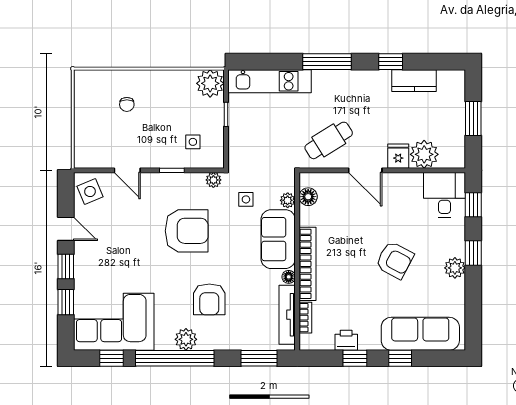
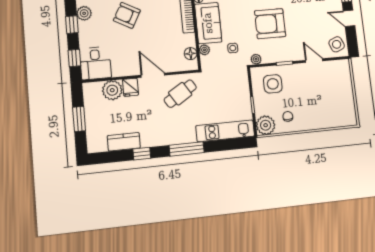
chair: (127, 104) -> (288, 116), moved
side table: (193, 142) -> (273, 84), width x1.87, depth x1.87

